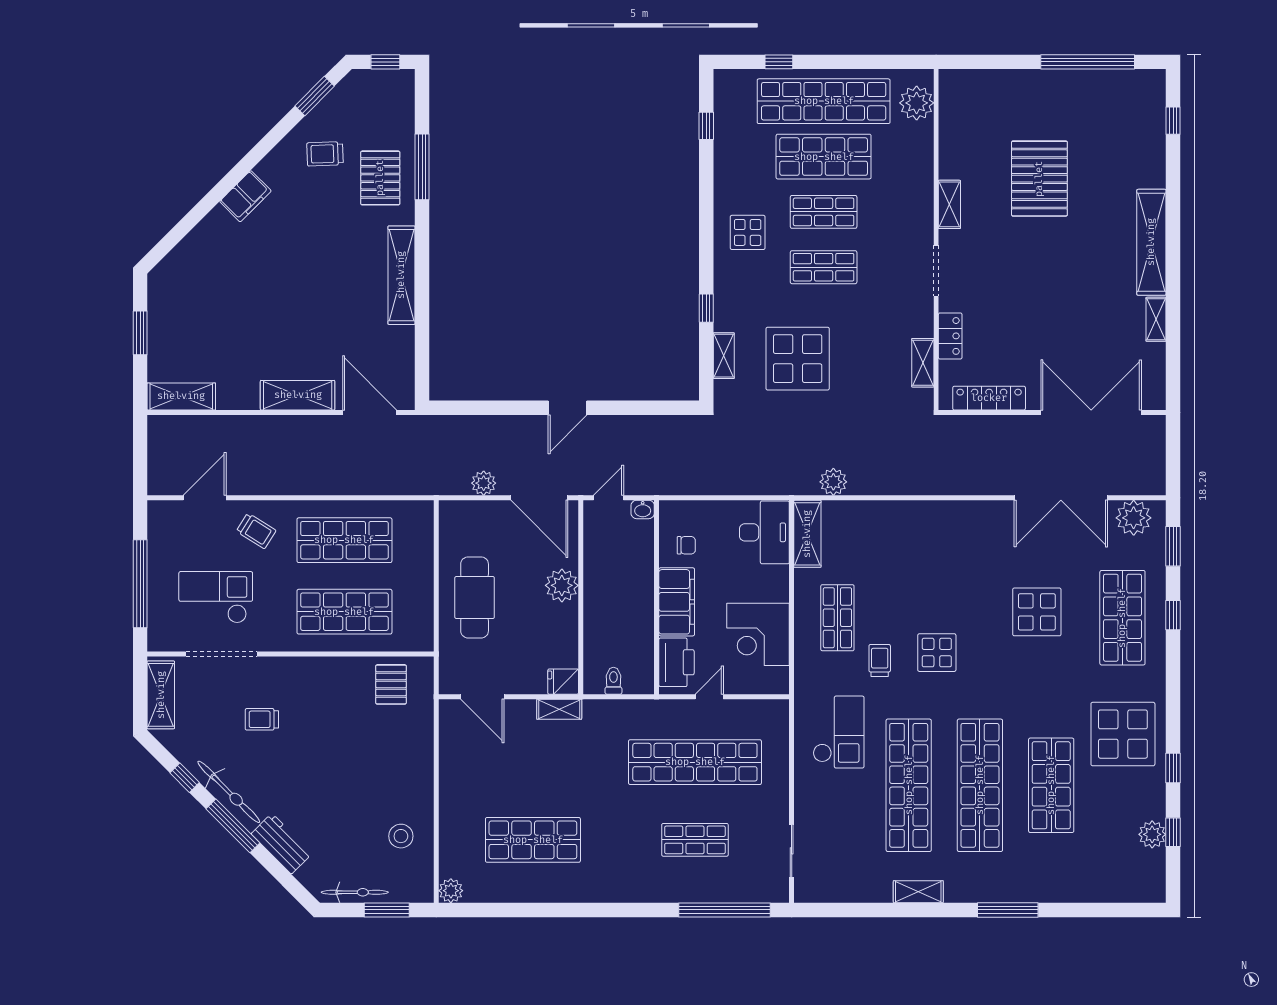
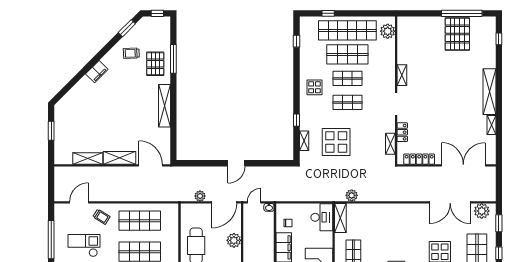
pallet: (1039, 179) -> (457, 34), moved
shelving: (181, 396) -> (88, 158), moved
door: (539, 498) -> (224, 202), hinge flipped

